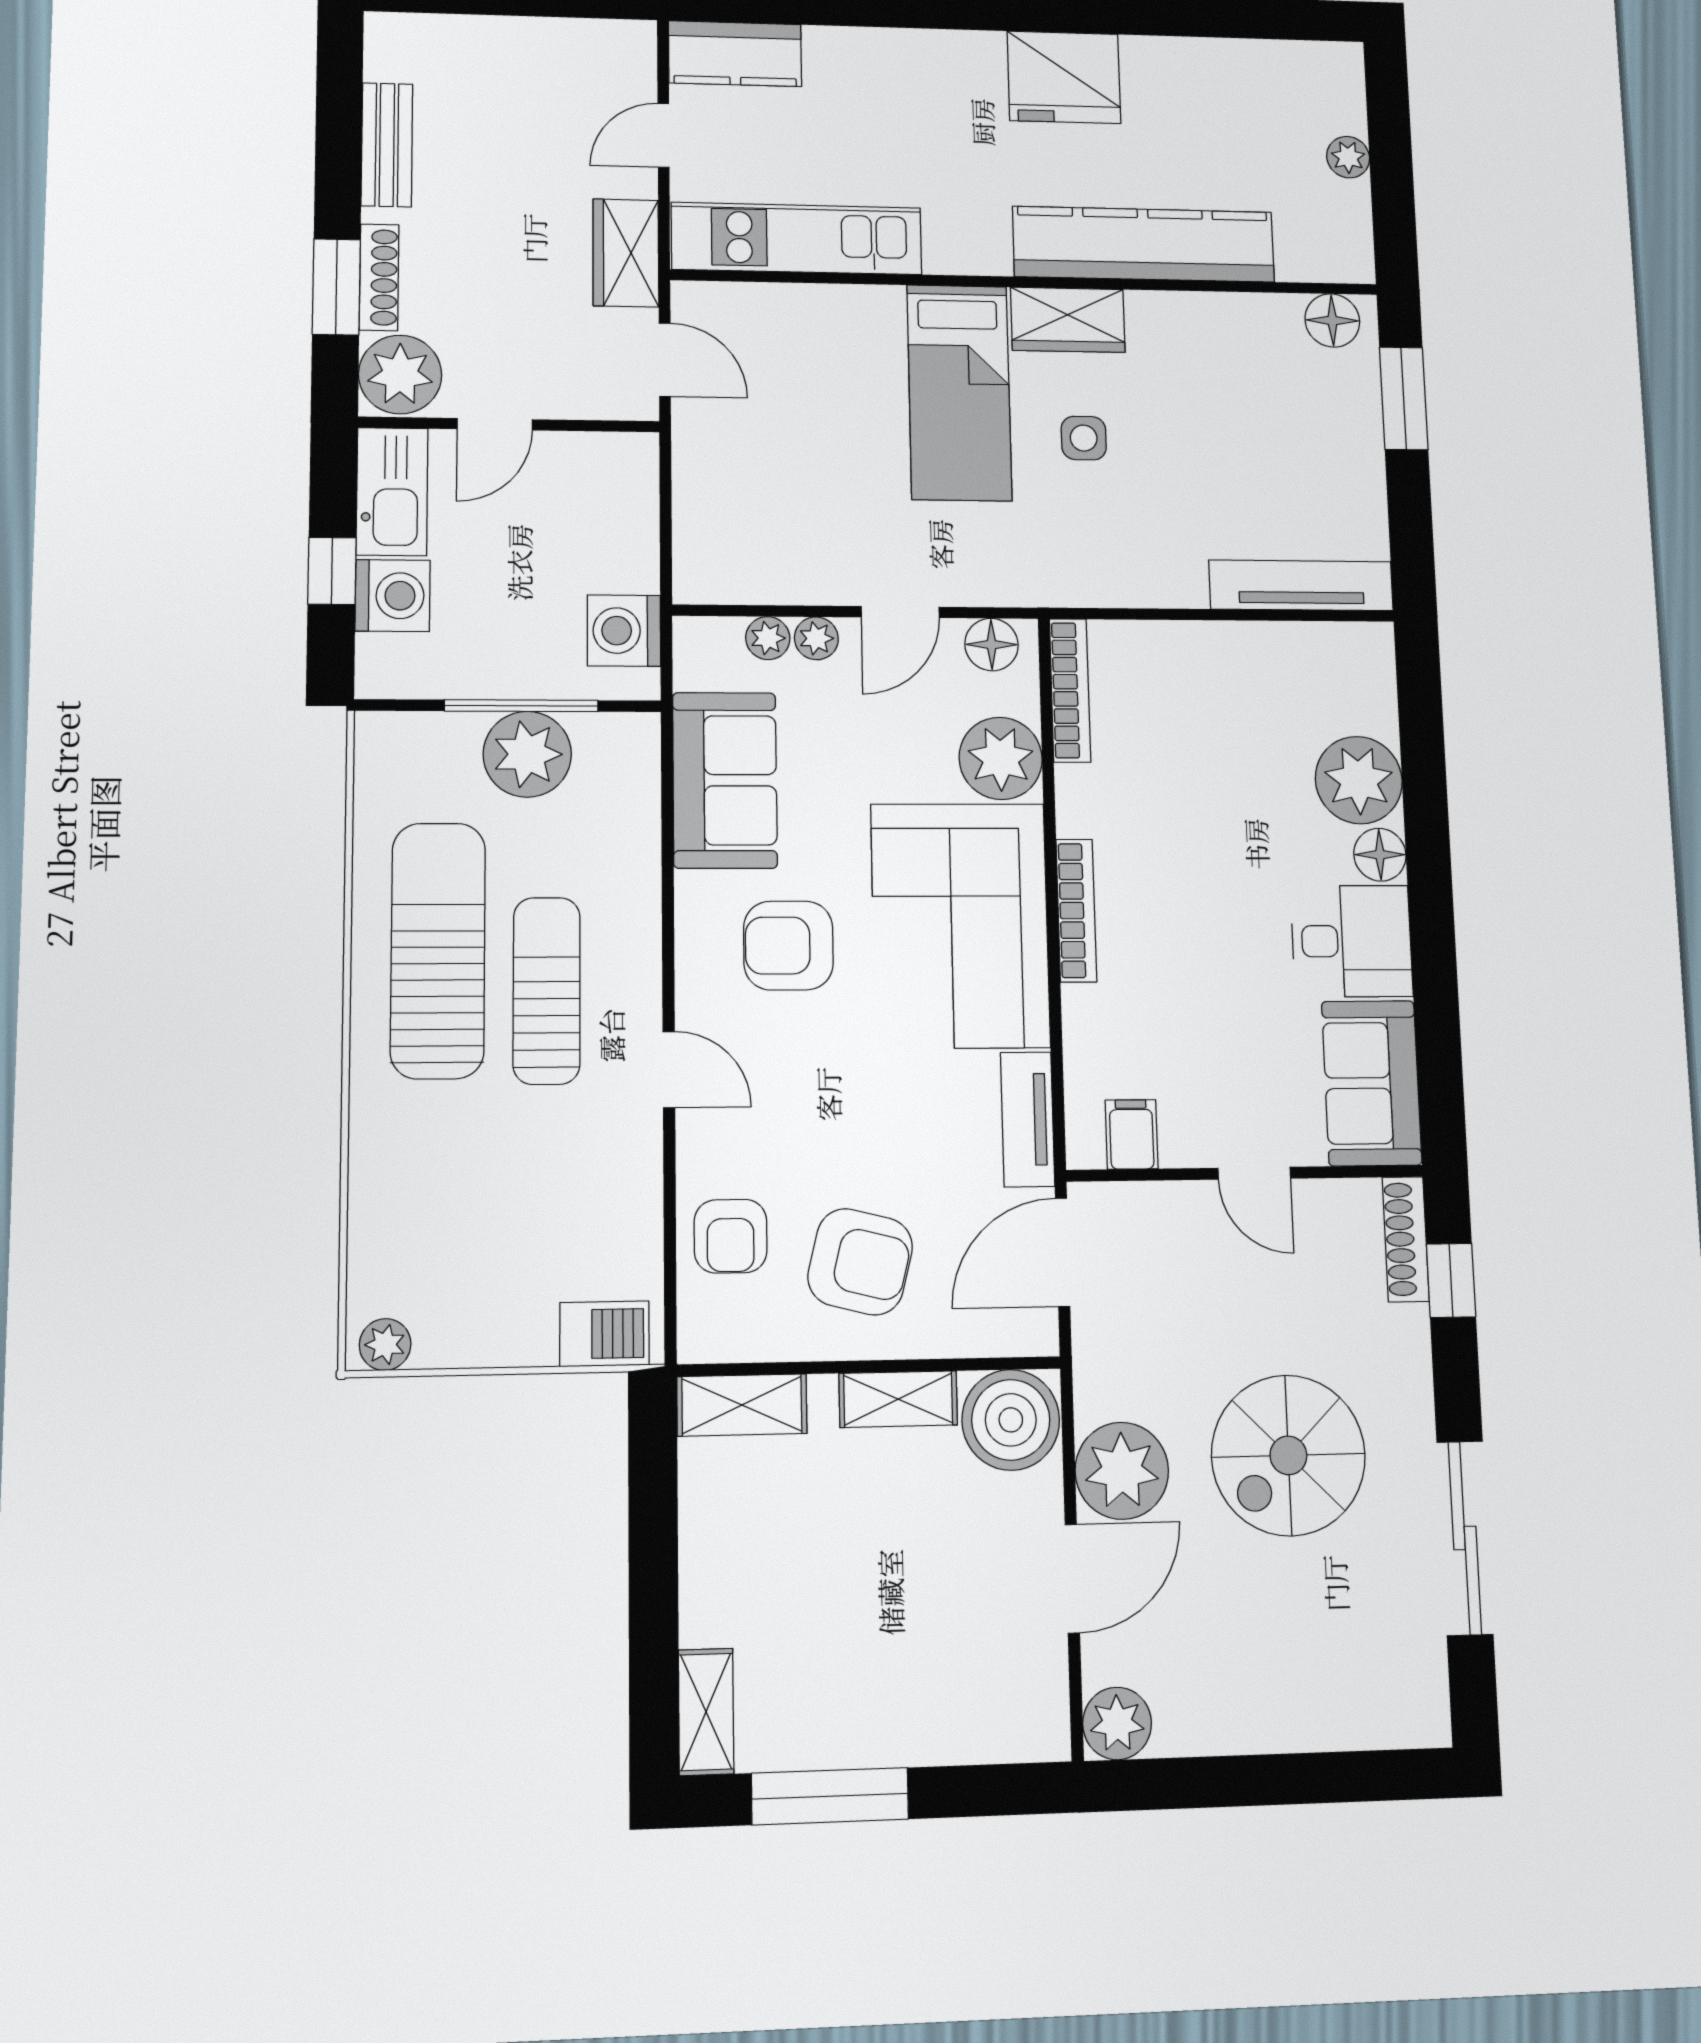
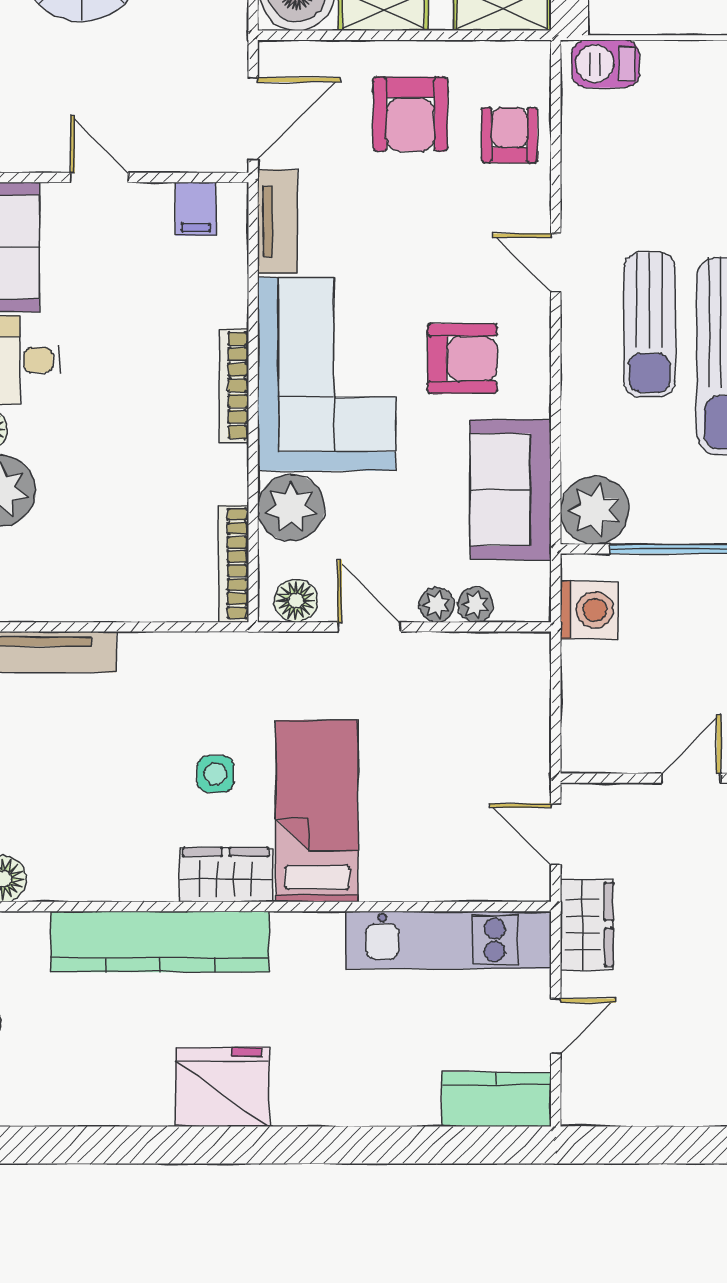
door: (900, 612) -> (369, 627), hinge flipped
plant: (527, 754) -> (595, 510), moved
armchair: (860, 1262) -> (410, 114), turned -104

